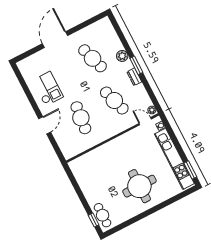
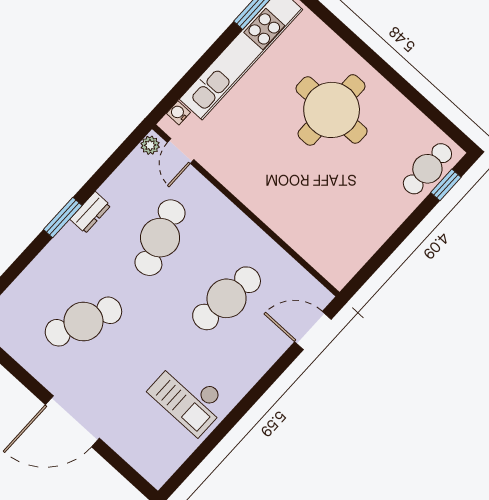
plant: (122, 56) -> (53, 257), removed
cafe table: (93, 58) -> (83, 322), turned 42
checkout: (48, 89) -> (189, 397), turned -90
door: (45, 125) -> (313, 331), moved

